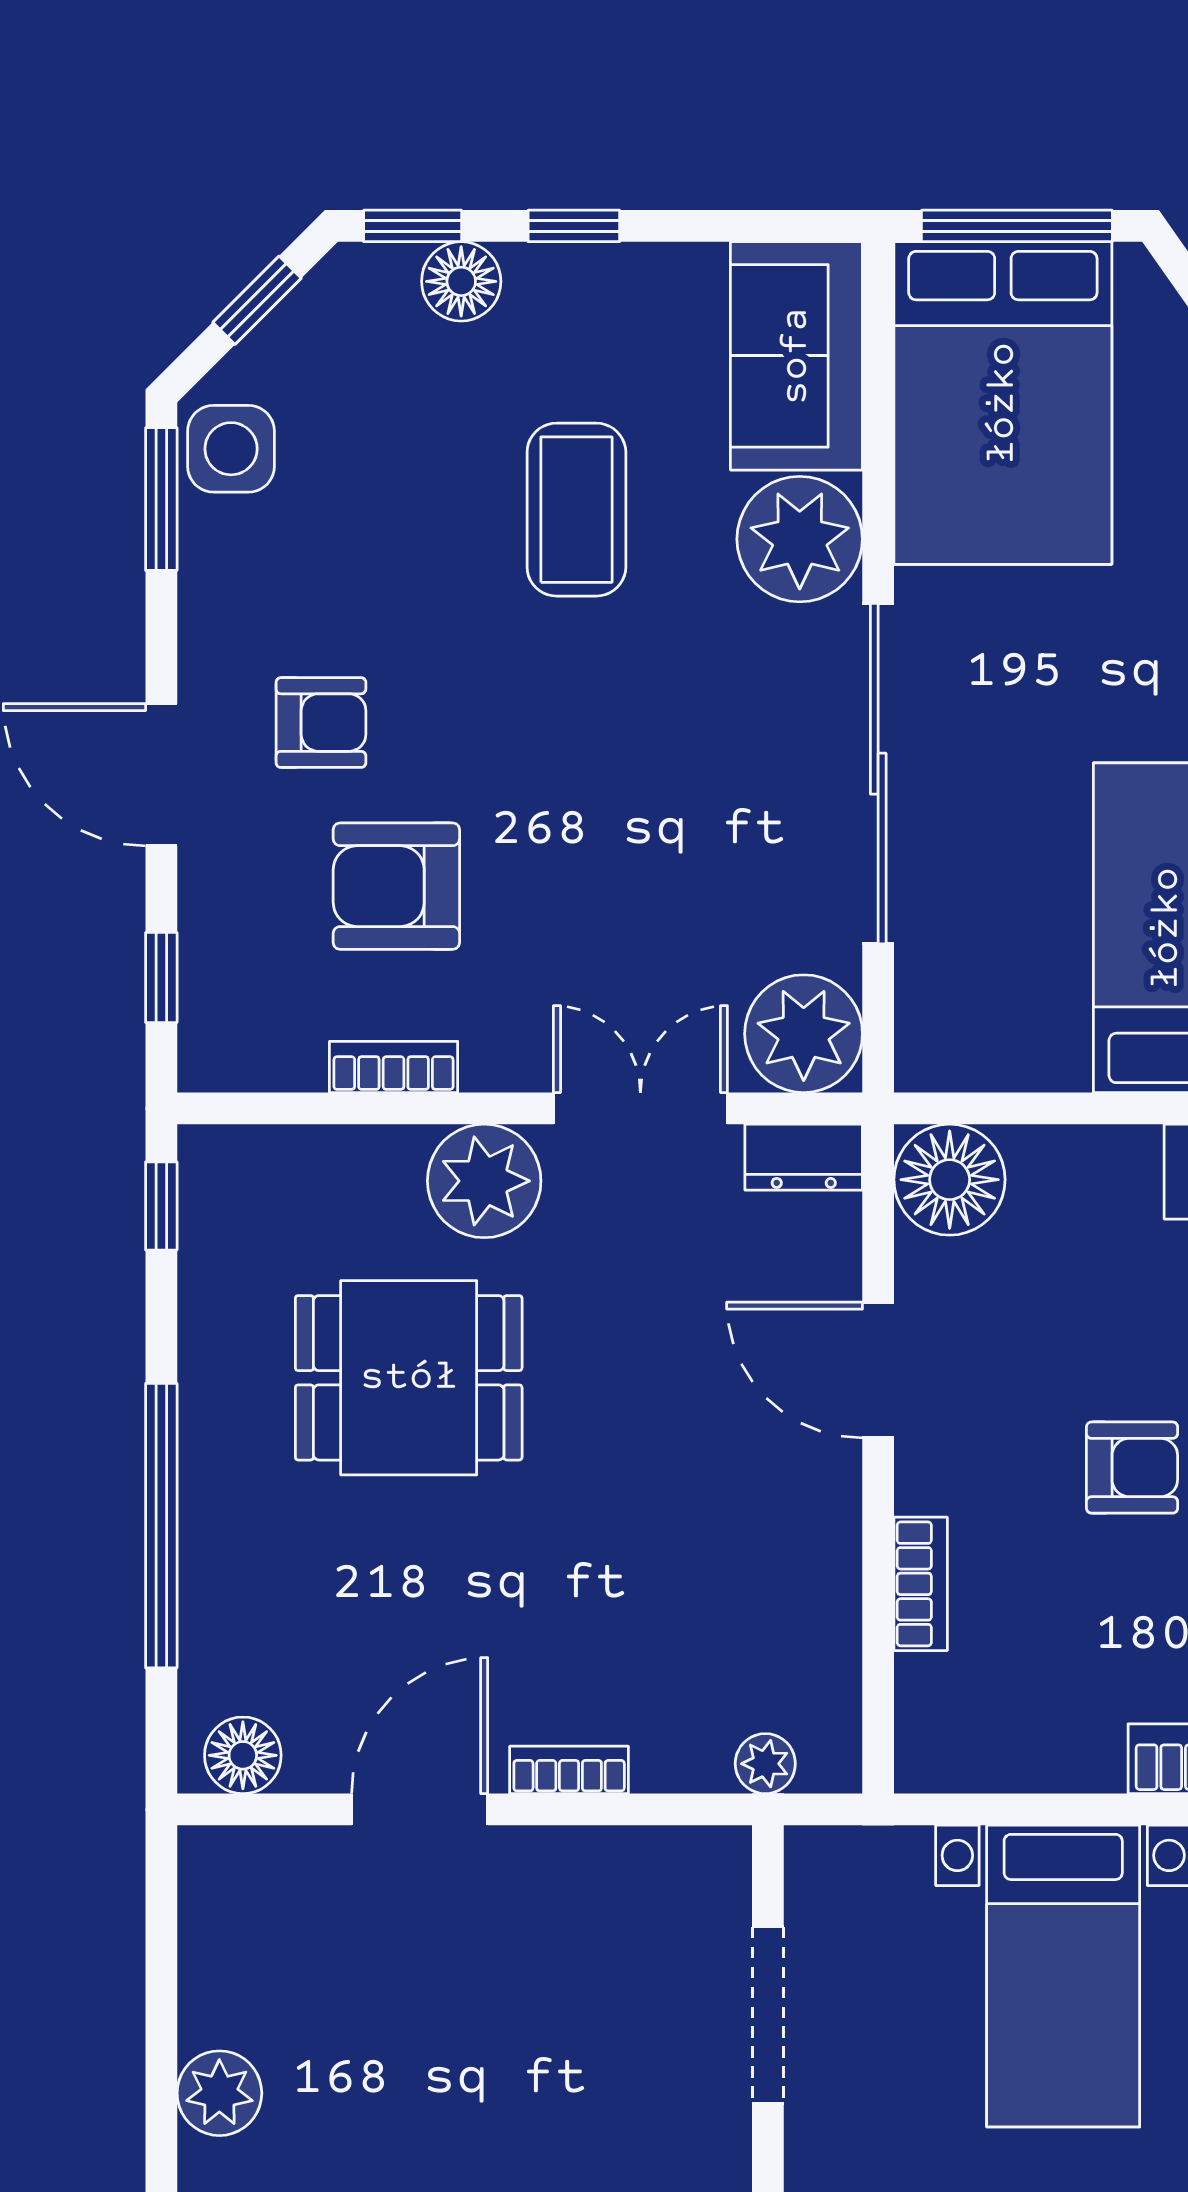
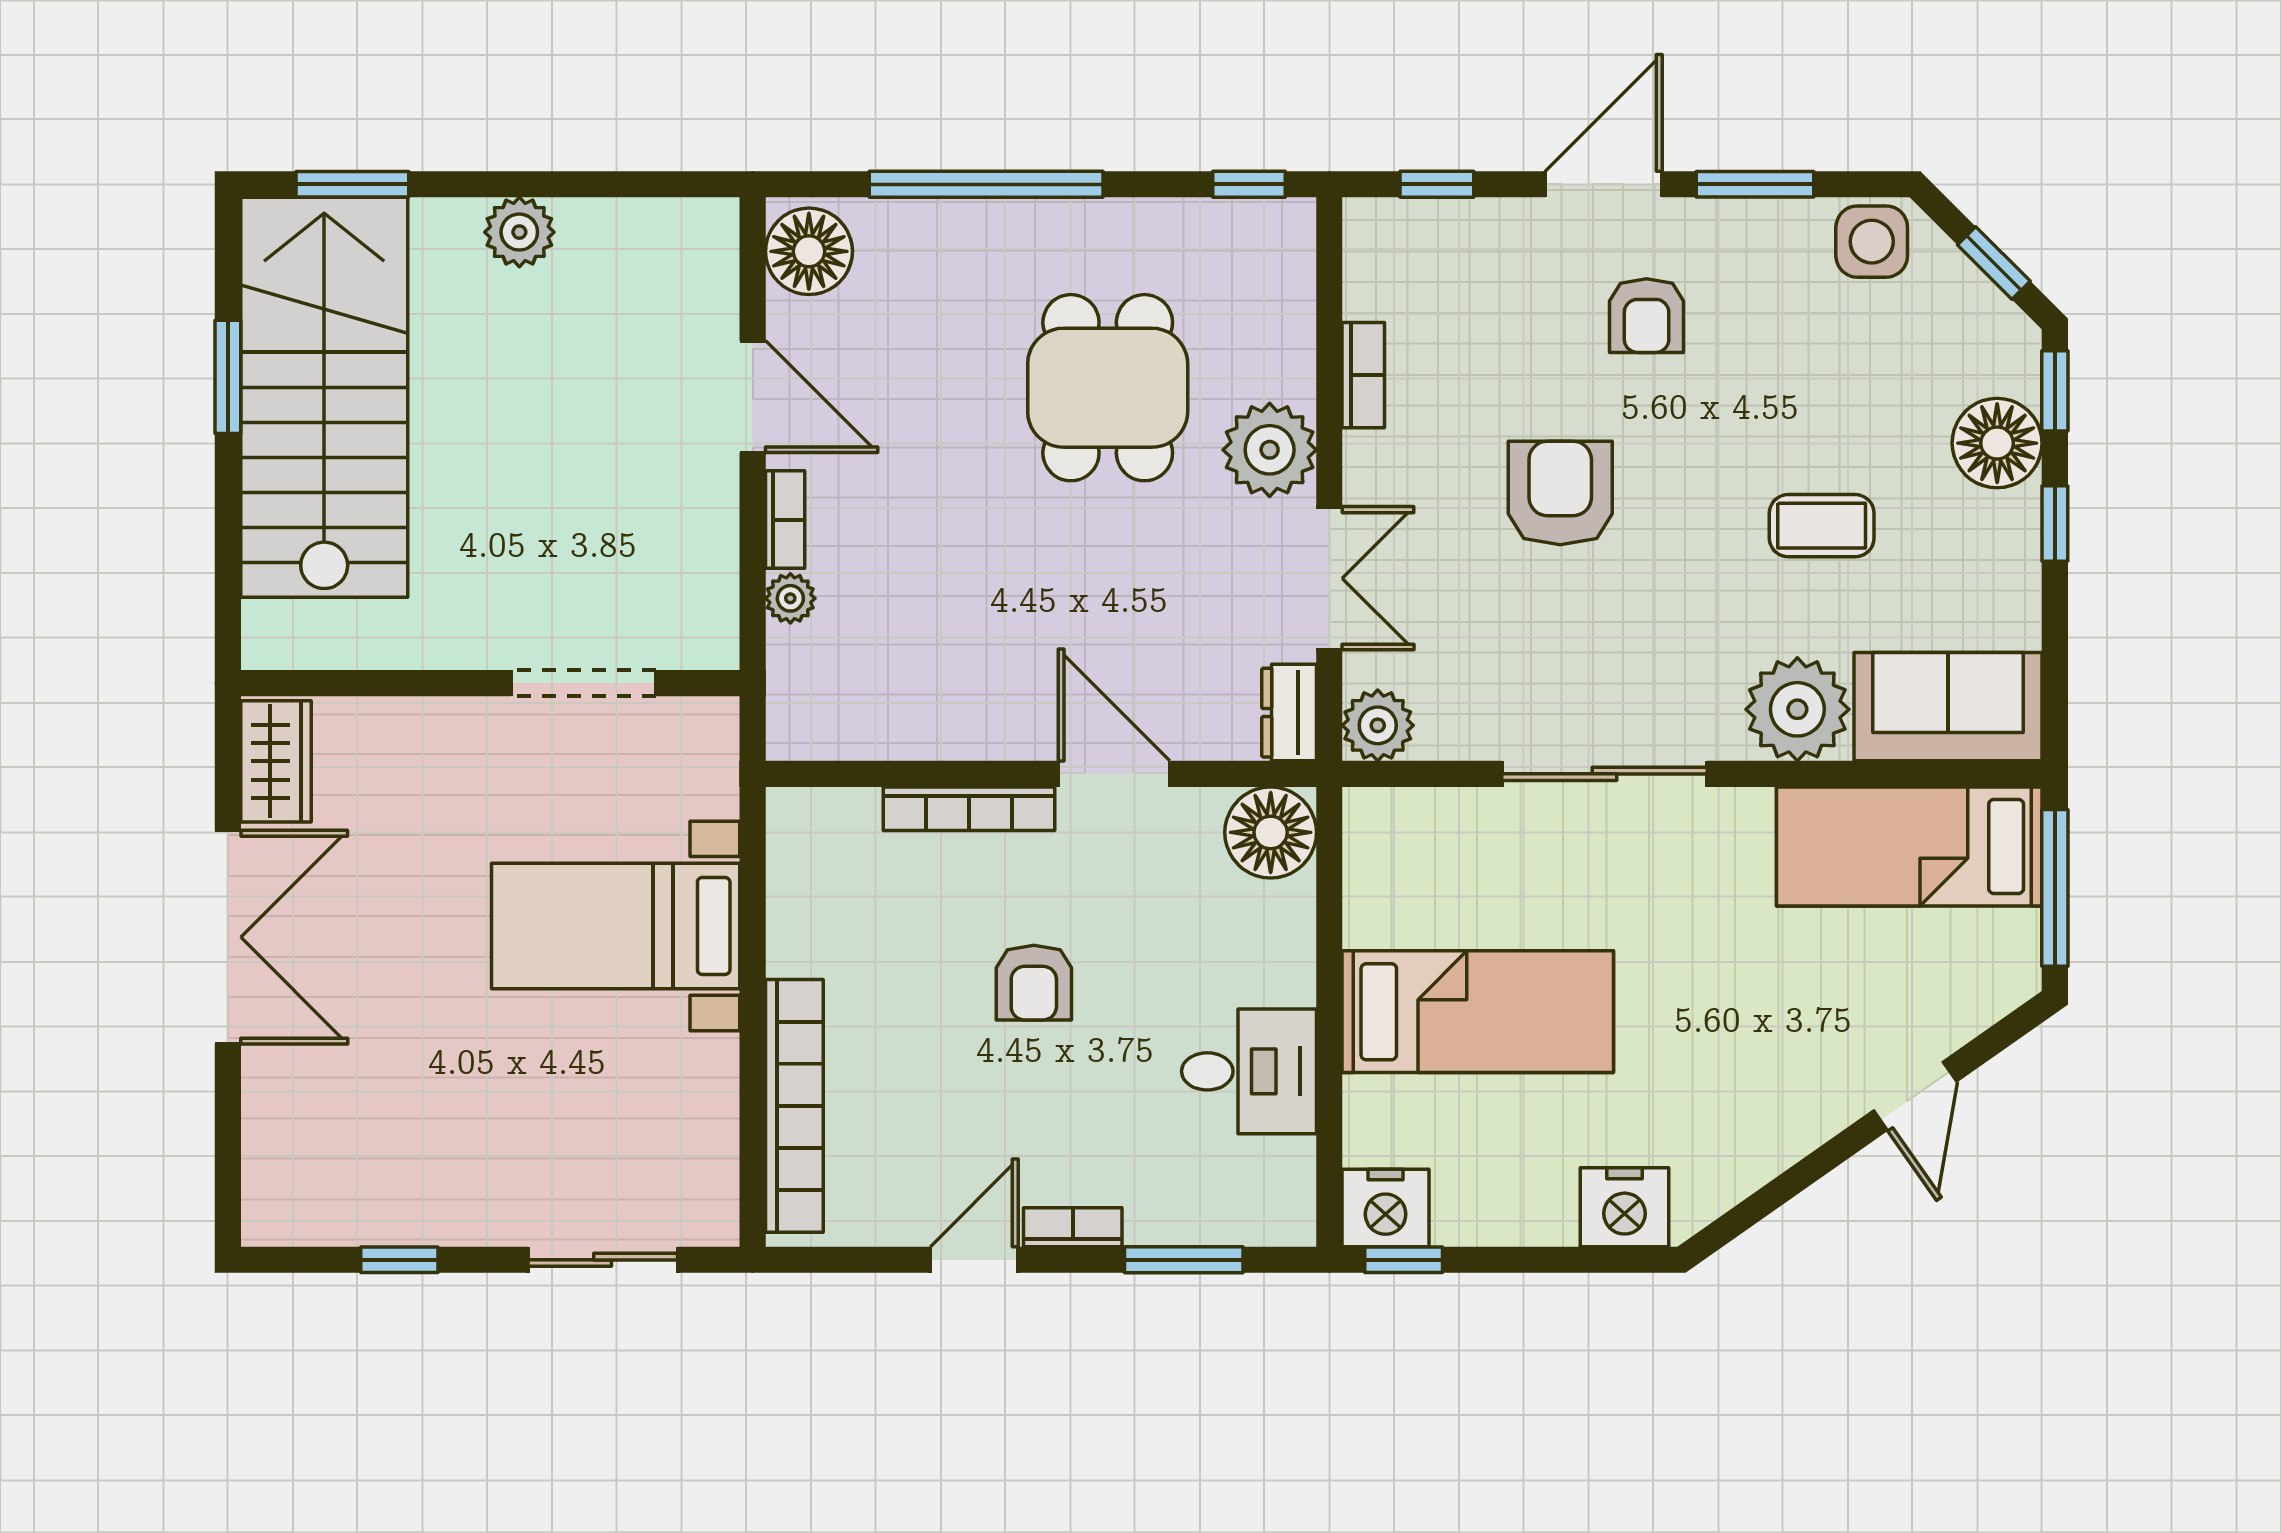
floor lamp: (461, 281) -> (1997, 443), width x1.38, depth x1.38
bed: (1003, 403) -> (1909, 846), width x0.67
window: (161, 499) -> (1755, 184), moved
coffee table: (576, 510) -> (1822, 526), width x0.73, depth x0.77
sliding door: (878, 774) -> (1604, 774), width x0.73
armchair: (396, 886) -> (1560, 493), moved
plant: (804, 1034) -> (1378, 725), width x0.73, depth x0.73
door: (878, 1370) -> (1114, 774), hinge flipped
bookcase: (921, 1584) -> (969, 809), width x1.56
floor lamp: (243, 1755) -> (809, 251), width x1.38, depth x1.38
plant: (765, 1764) -> (790, 598), moved

